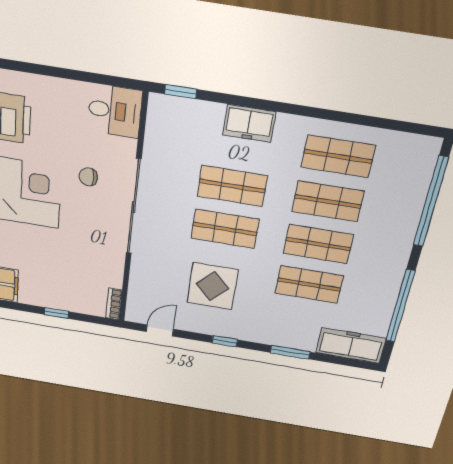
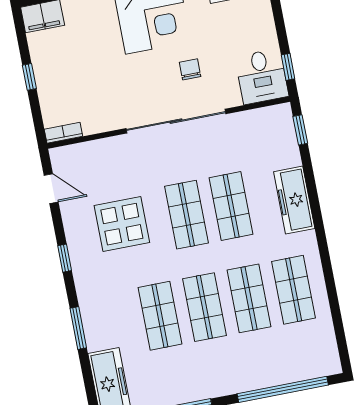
window: (113, 81) -> (288, 67), added
freezer: (249, 123) -> (294, 200), width x1.40

